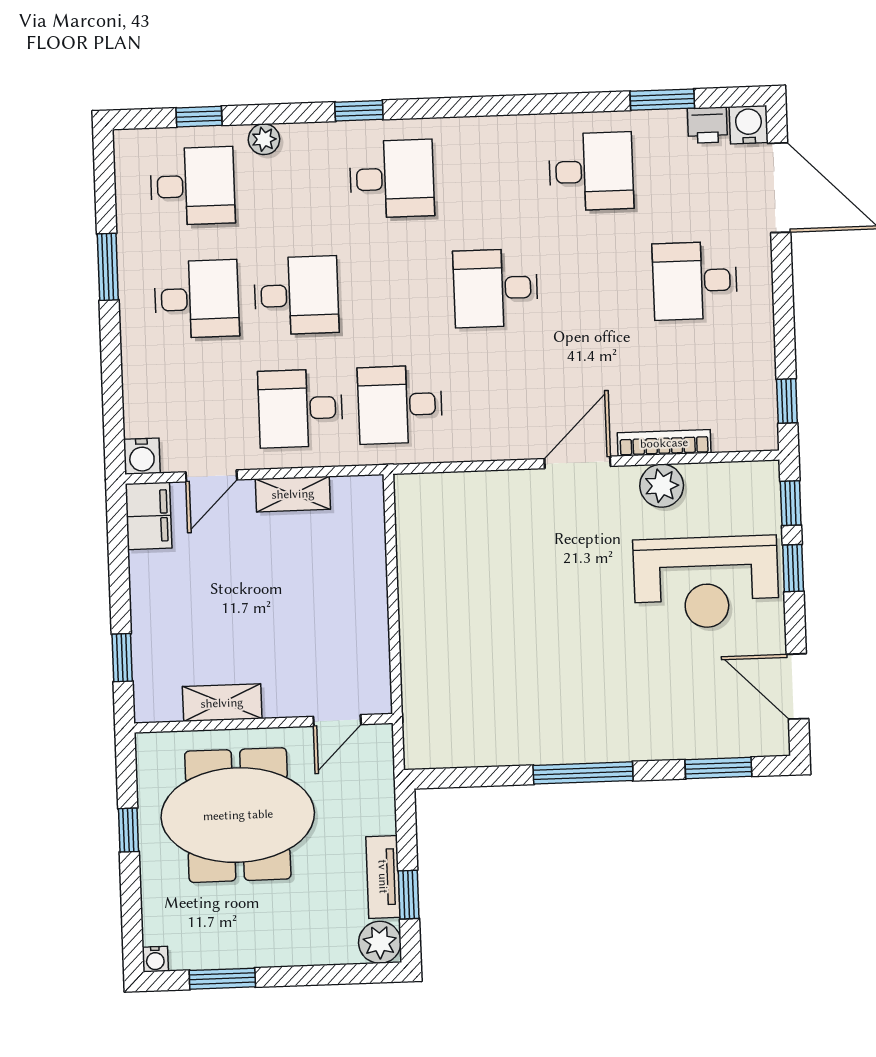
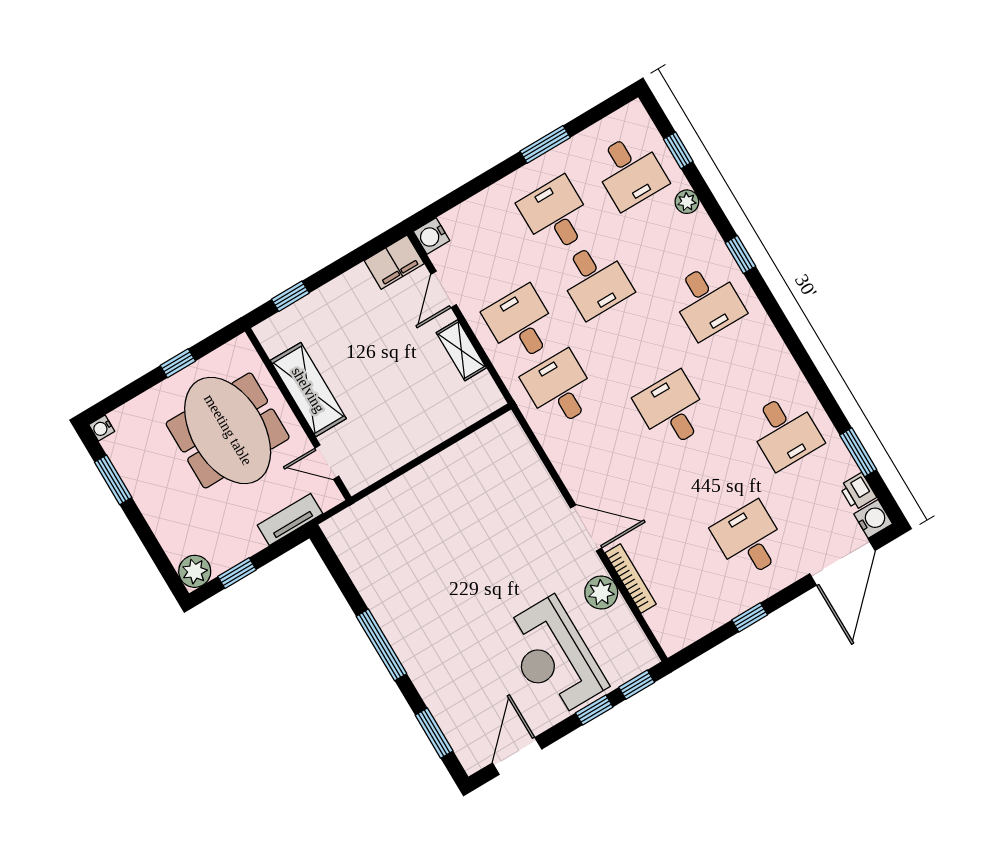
desk: (197, 299) -> (556, 215), turned 180
window: (787, 401) -> (750, 617), moved
door: (211, 476) -> (444, 289), hinge flipped
shelving: (222, 703) -> (308, 390), width x1.50, depth x1.33
tv unit: (383, 877) -> (290, 519), moved

